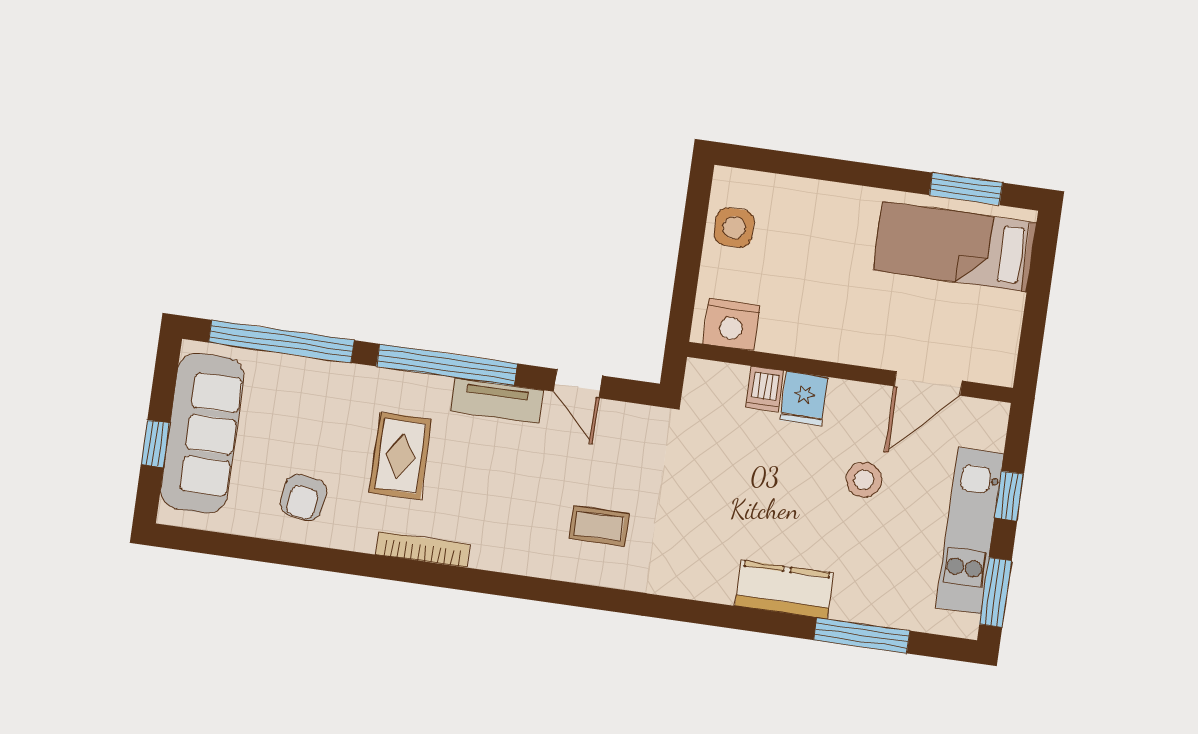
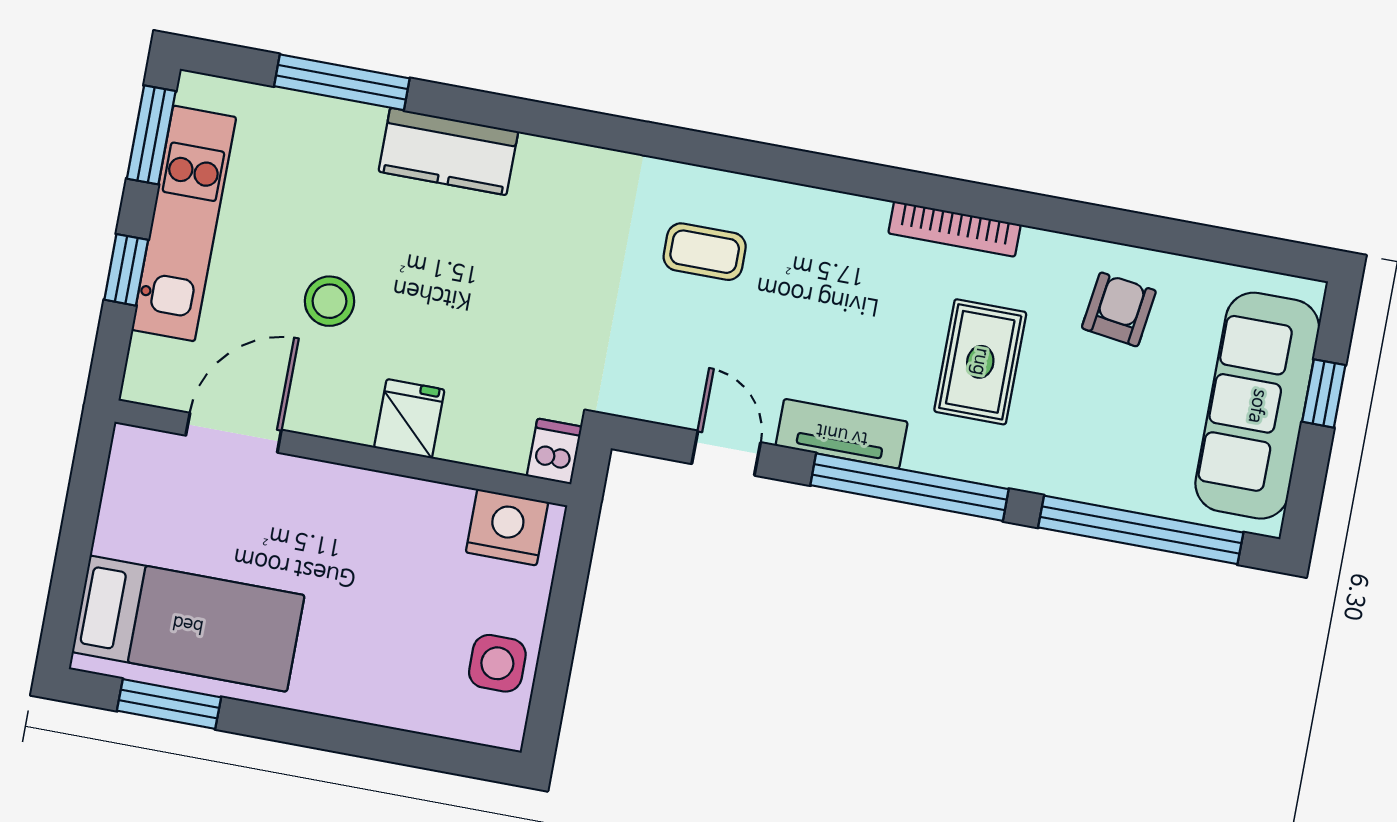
dishwasher: (765, 389) -> (554, 451), moved

